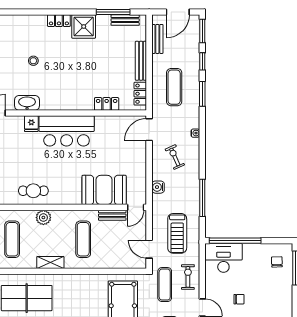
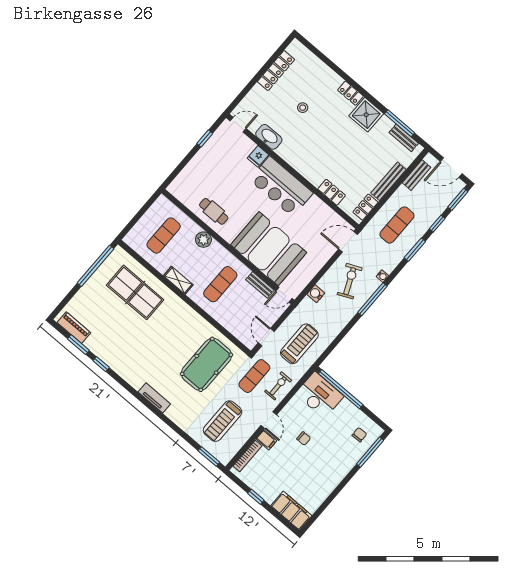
exercise bike: (175, 157) -> (350, 281), width x1.38, depth x1.39
booth: (104, 190) -> (269, 249), width x1.36, depth x1.42
window: (202, 198) -> (372, 299), moved
treadmill: (177, 233) -> (299, 344), turned 180

